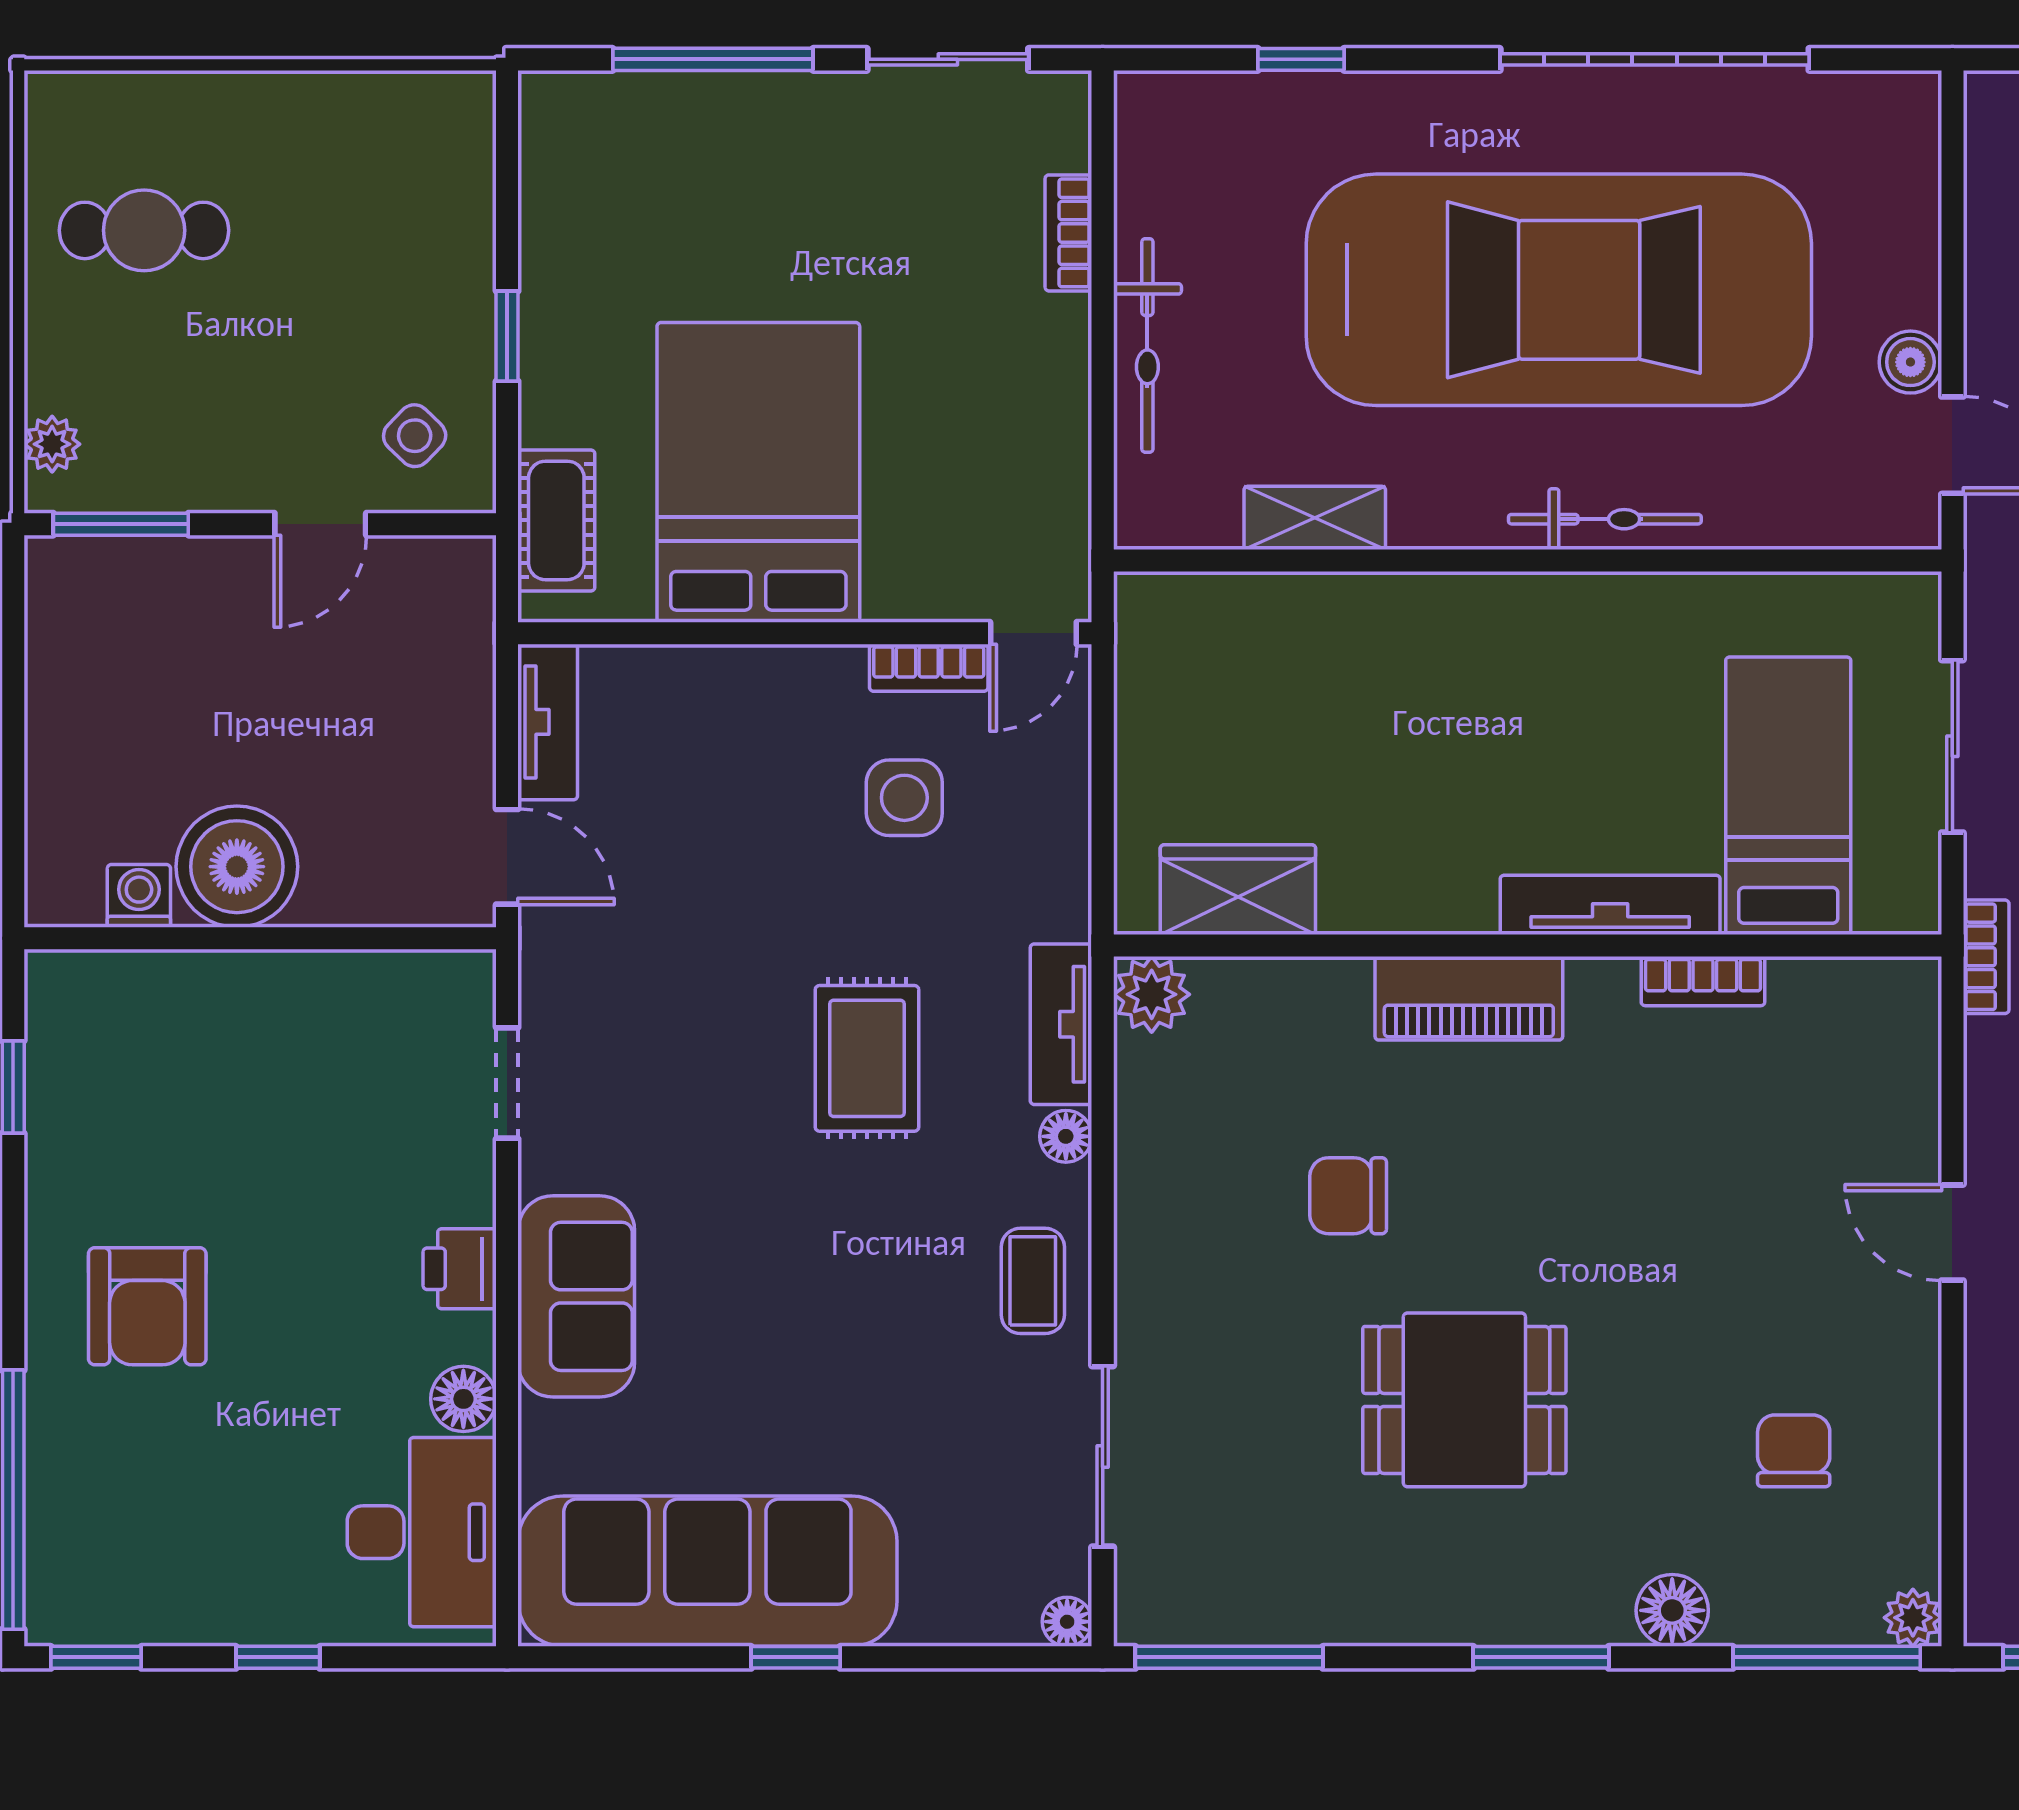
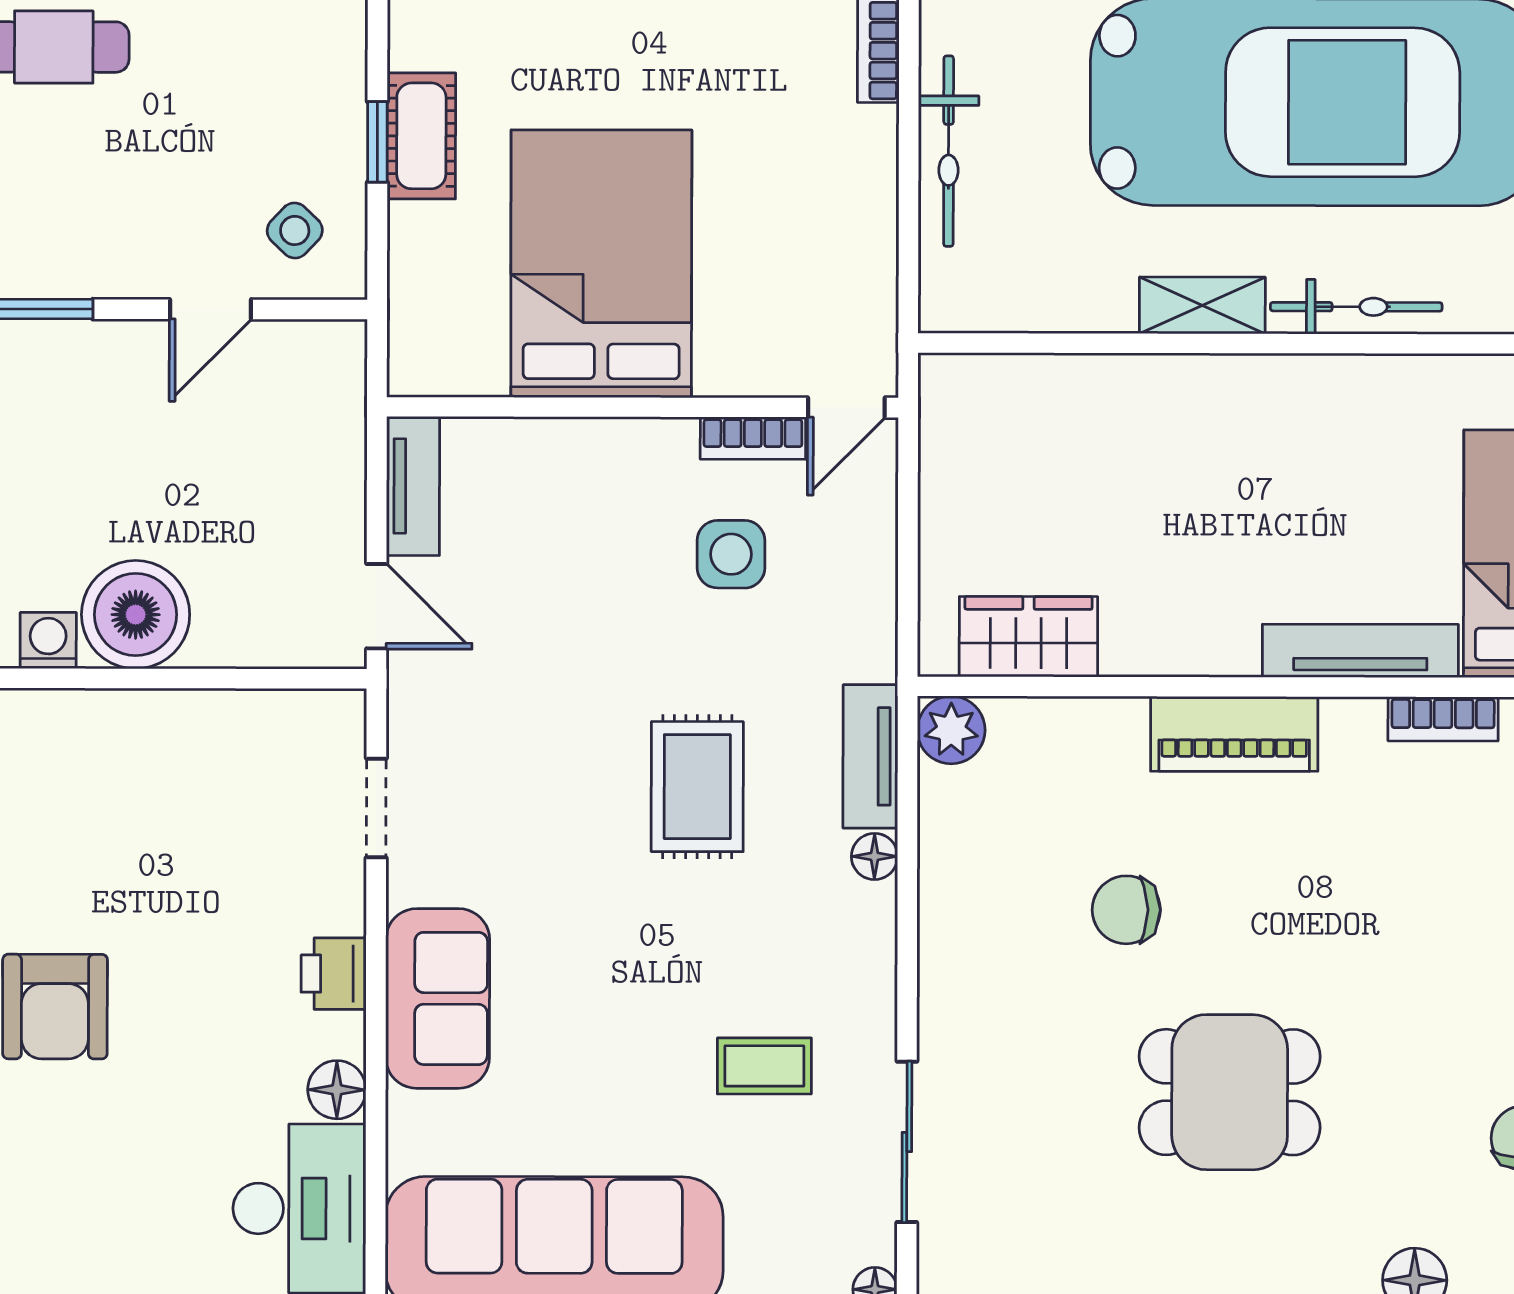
shelving: (1315, 518) -> (1202, 305), moved
cot: (556, 520) -> (421, 136), moved
coffee table: (1033, 1281) -> (764, 1066), moved, turned 90

